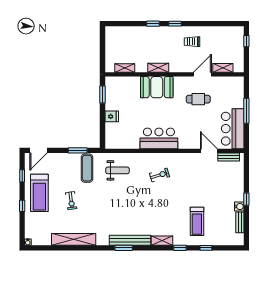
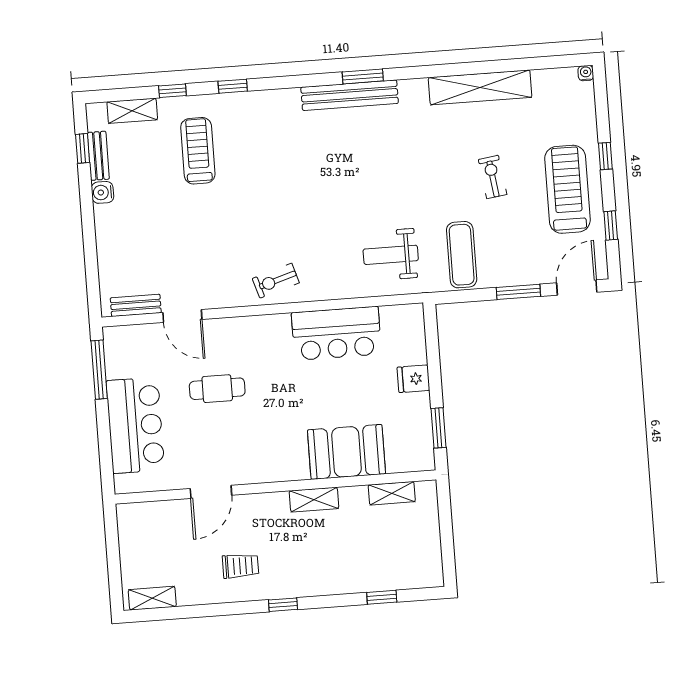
window: (153, 24) -> (382, 597), moved
window: (246, 41) -> (115, 576), removed
shelving: (223, 68) -> (152, 598), moved
booth: (157, 87) -> (346, 452), moved
cafe table: (198, 99) -> (217, 389), moved
window: (246, 111) -> (99, 370), moved
bar counter: (233, 129) -> (135, 425), moved
bar counter: (159, 138) -> (336, 333), moved
window: (78, 150) -> (518, 292), moved
exercise bike: (159, 175) -> (276, 281), moved
window: (246, 199) -> (83, 148), moved
shelving: (162, 241) -> (132, 111), moved

